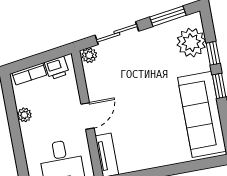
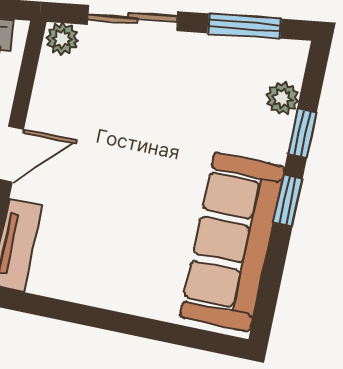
plant: (191, 43) -> (283, 98), width x0.53, depth x0.53

